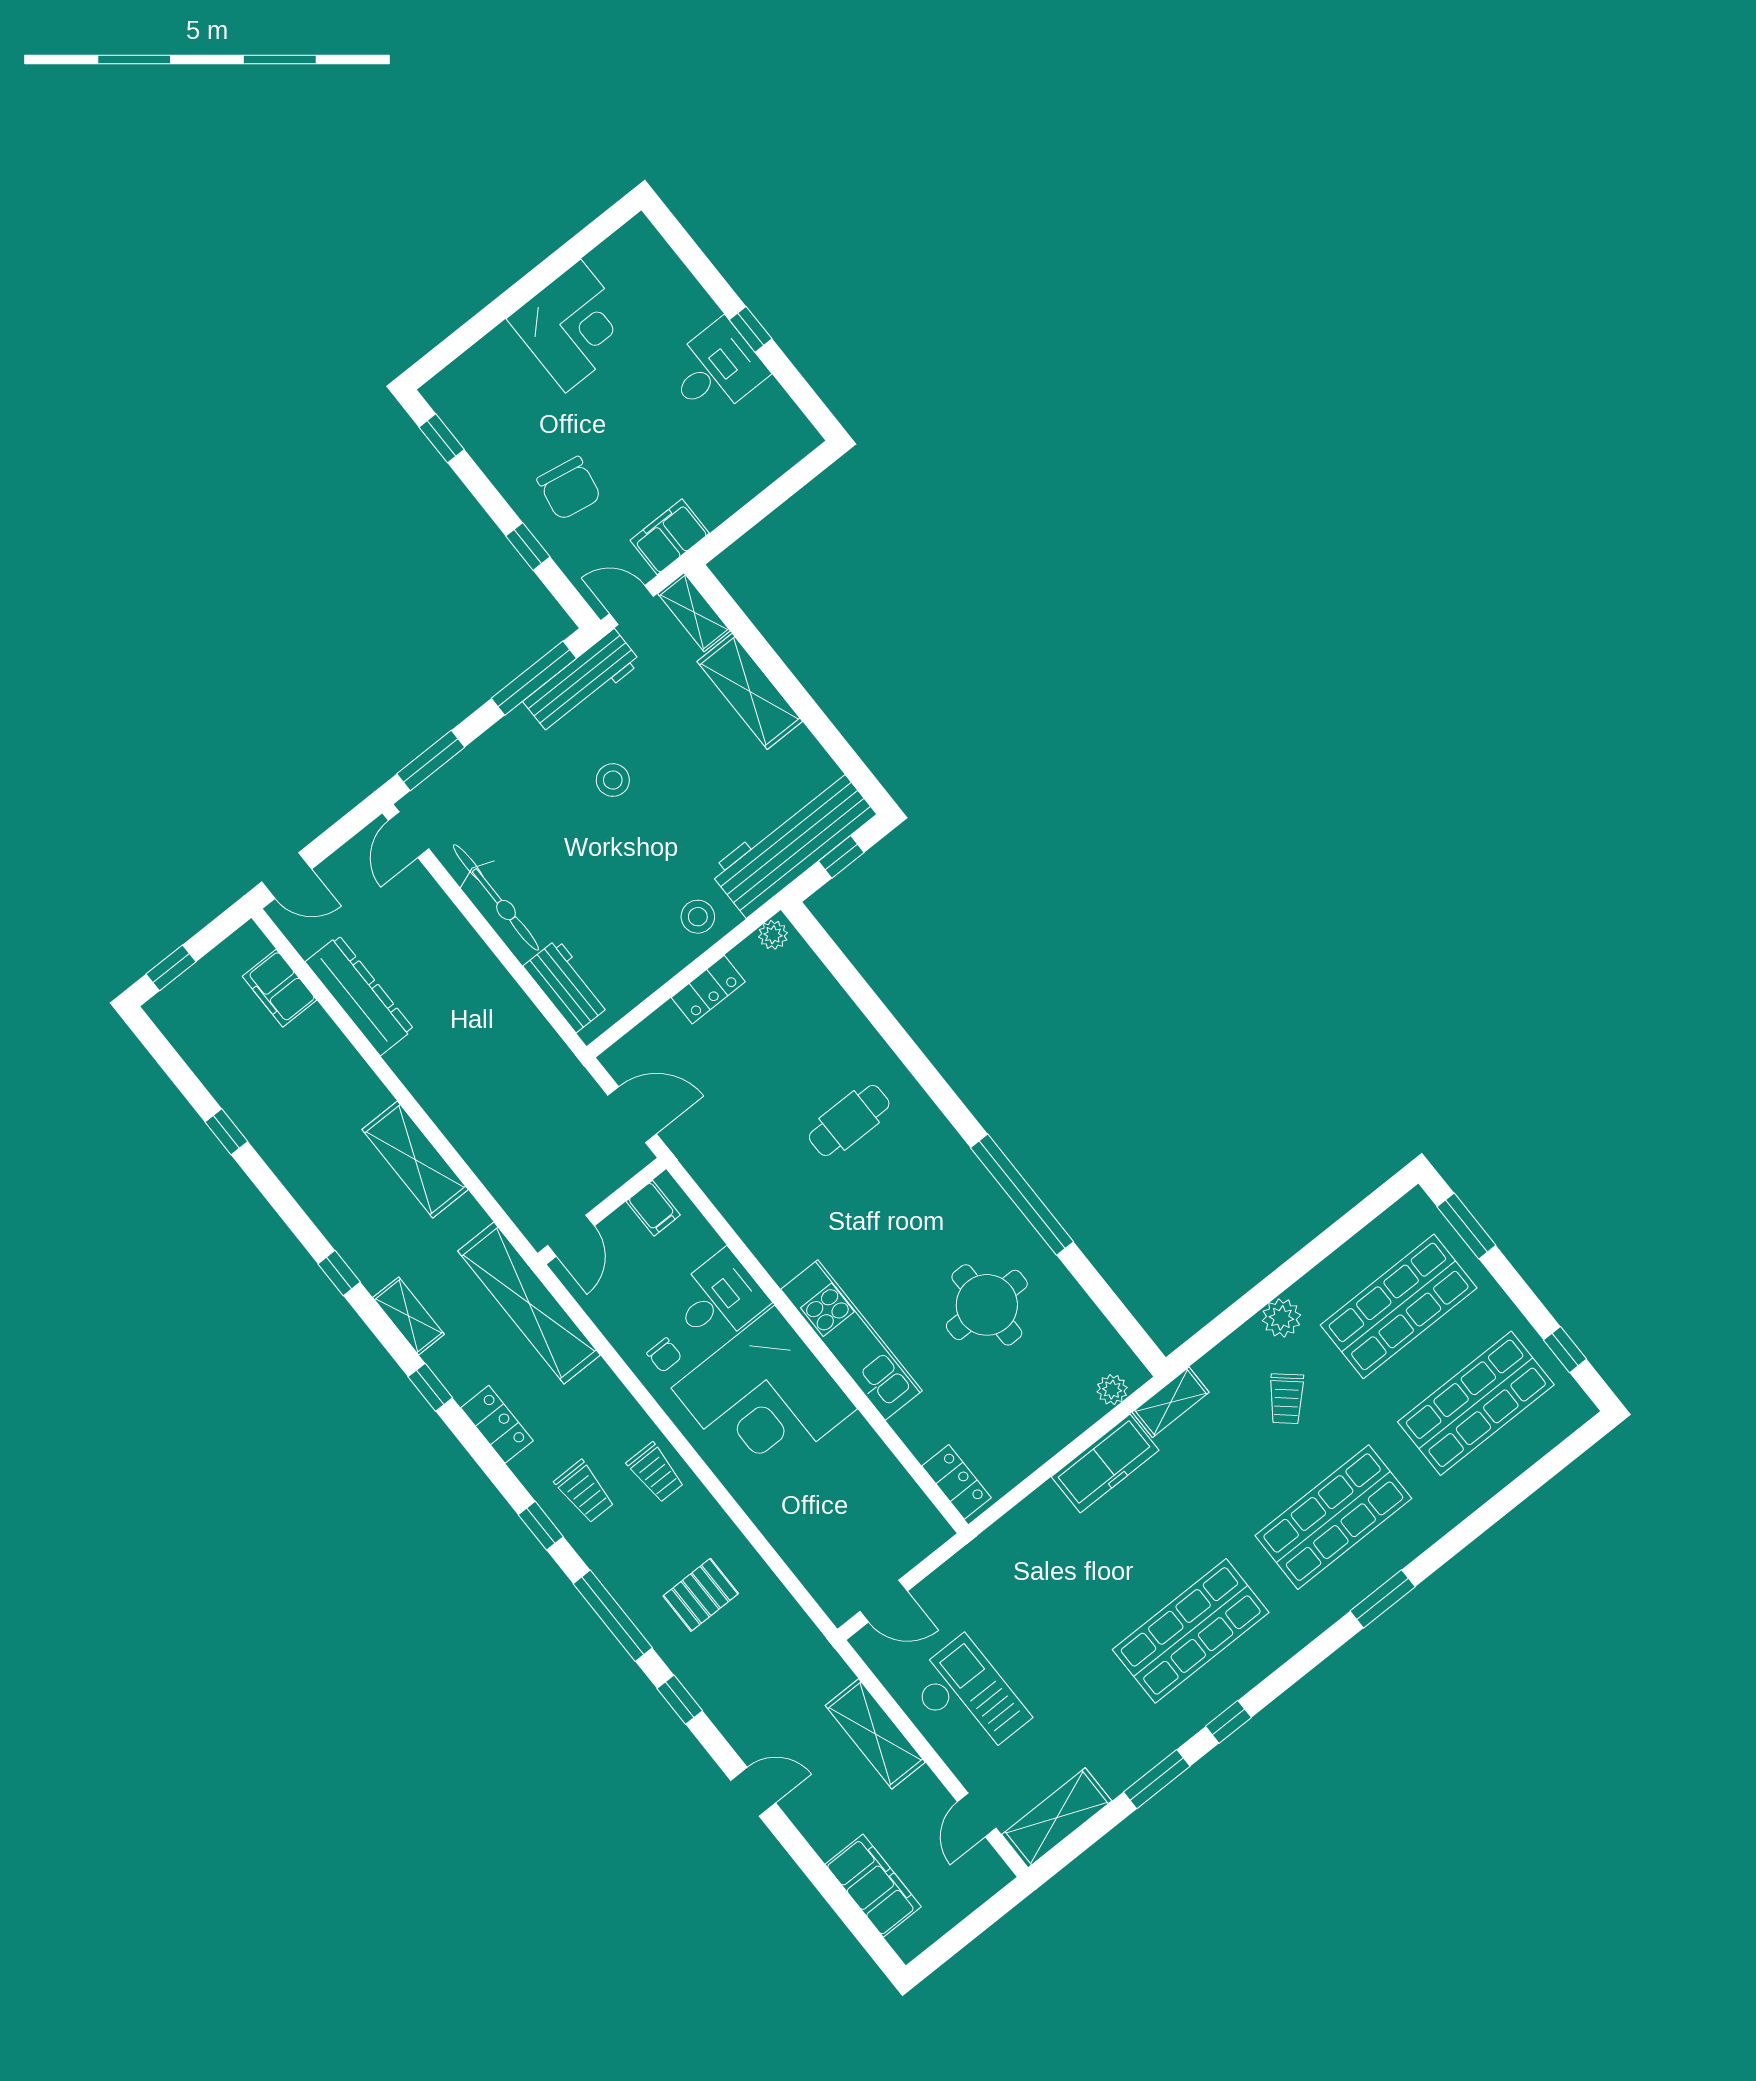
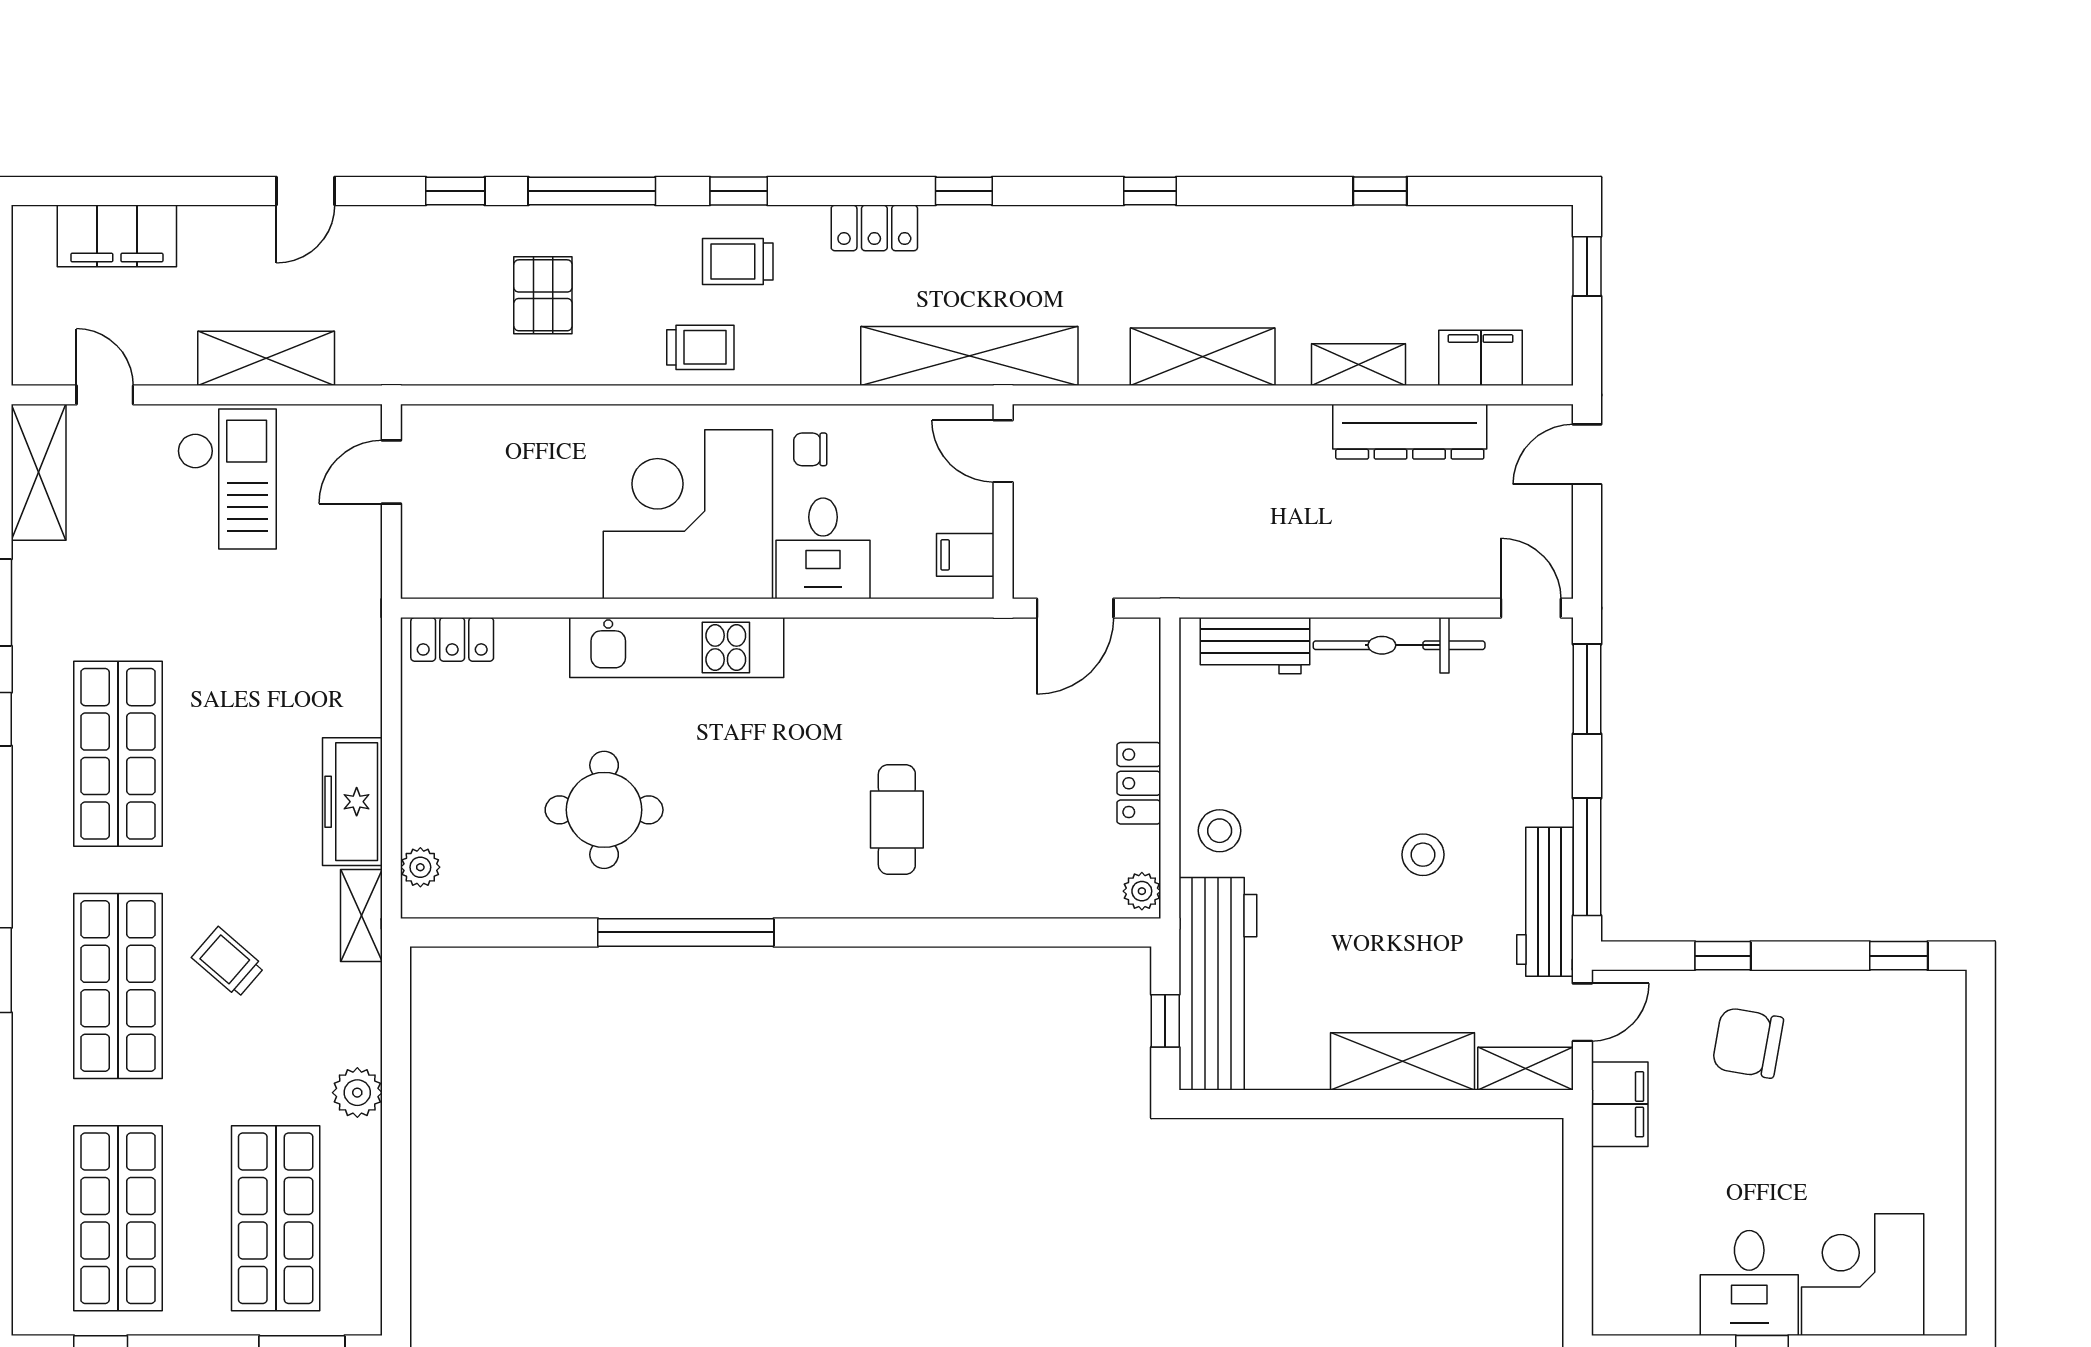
corner desk: (573, 326) -> (1863, 1275), moved, turned 90
shelving: (409, 1316) -> (1359, 365), moved
trolley: (1286, 1399) -> (228, 962), moved
trolley: (656, 1473) -> (700, 347), turned 180
checkout: (969, 1699) -> (227, 479), turned -90

